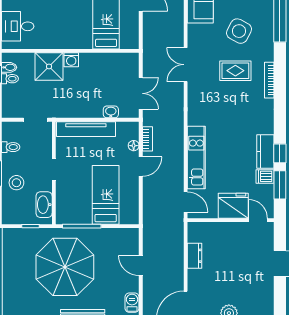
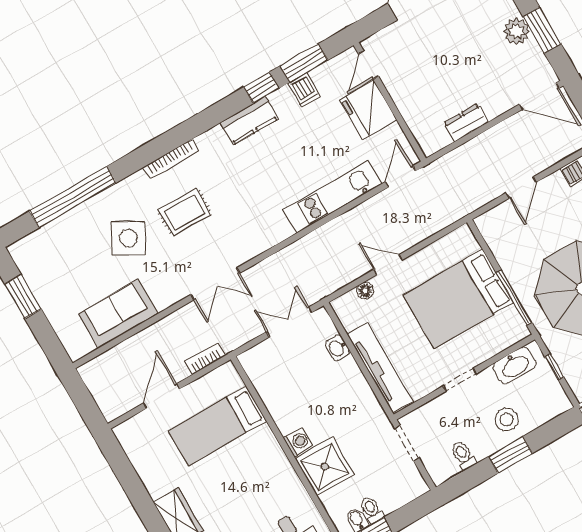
rug: (235, 71) -> (185, 212), turned 90
bookcase: (147, 139) -> (205, 359), moved
kitchen counter: (265, 152) -> (249, 121), moved
bed: (106, 195) -> (459, 299), width x1.50

